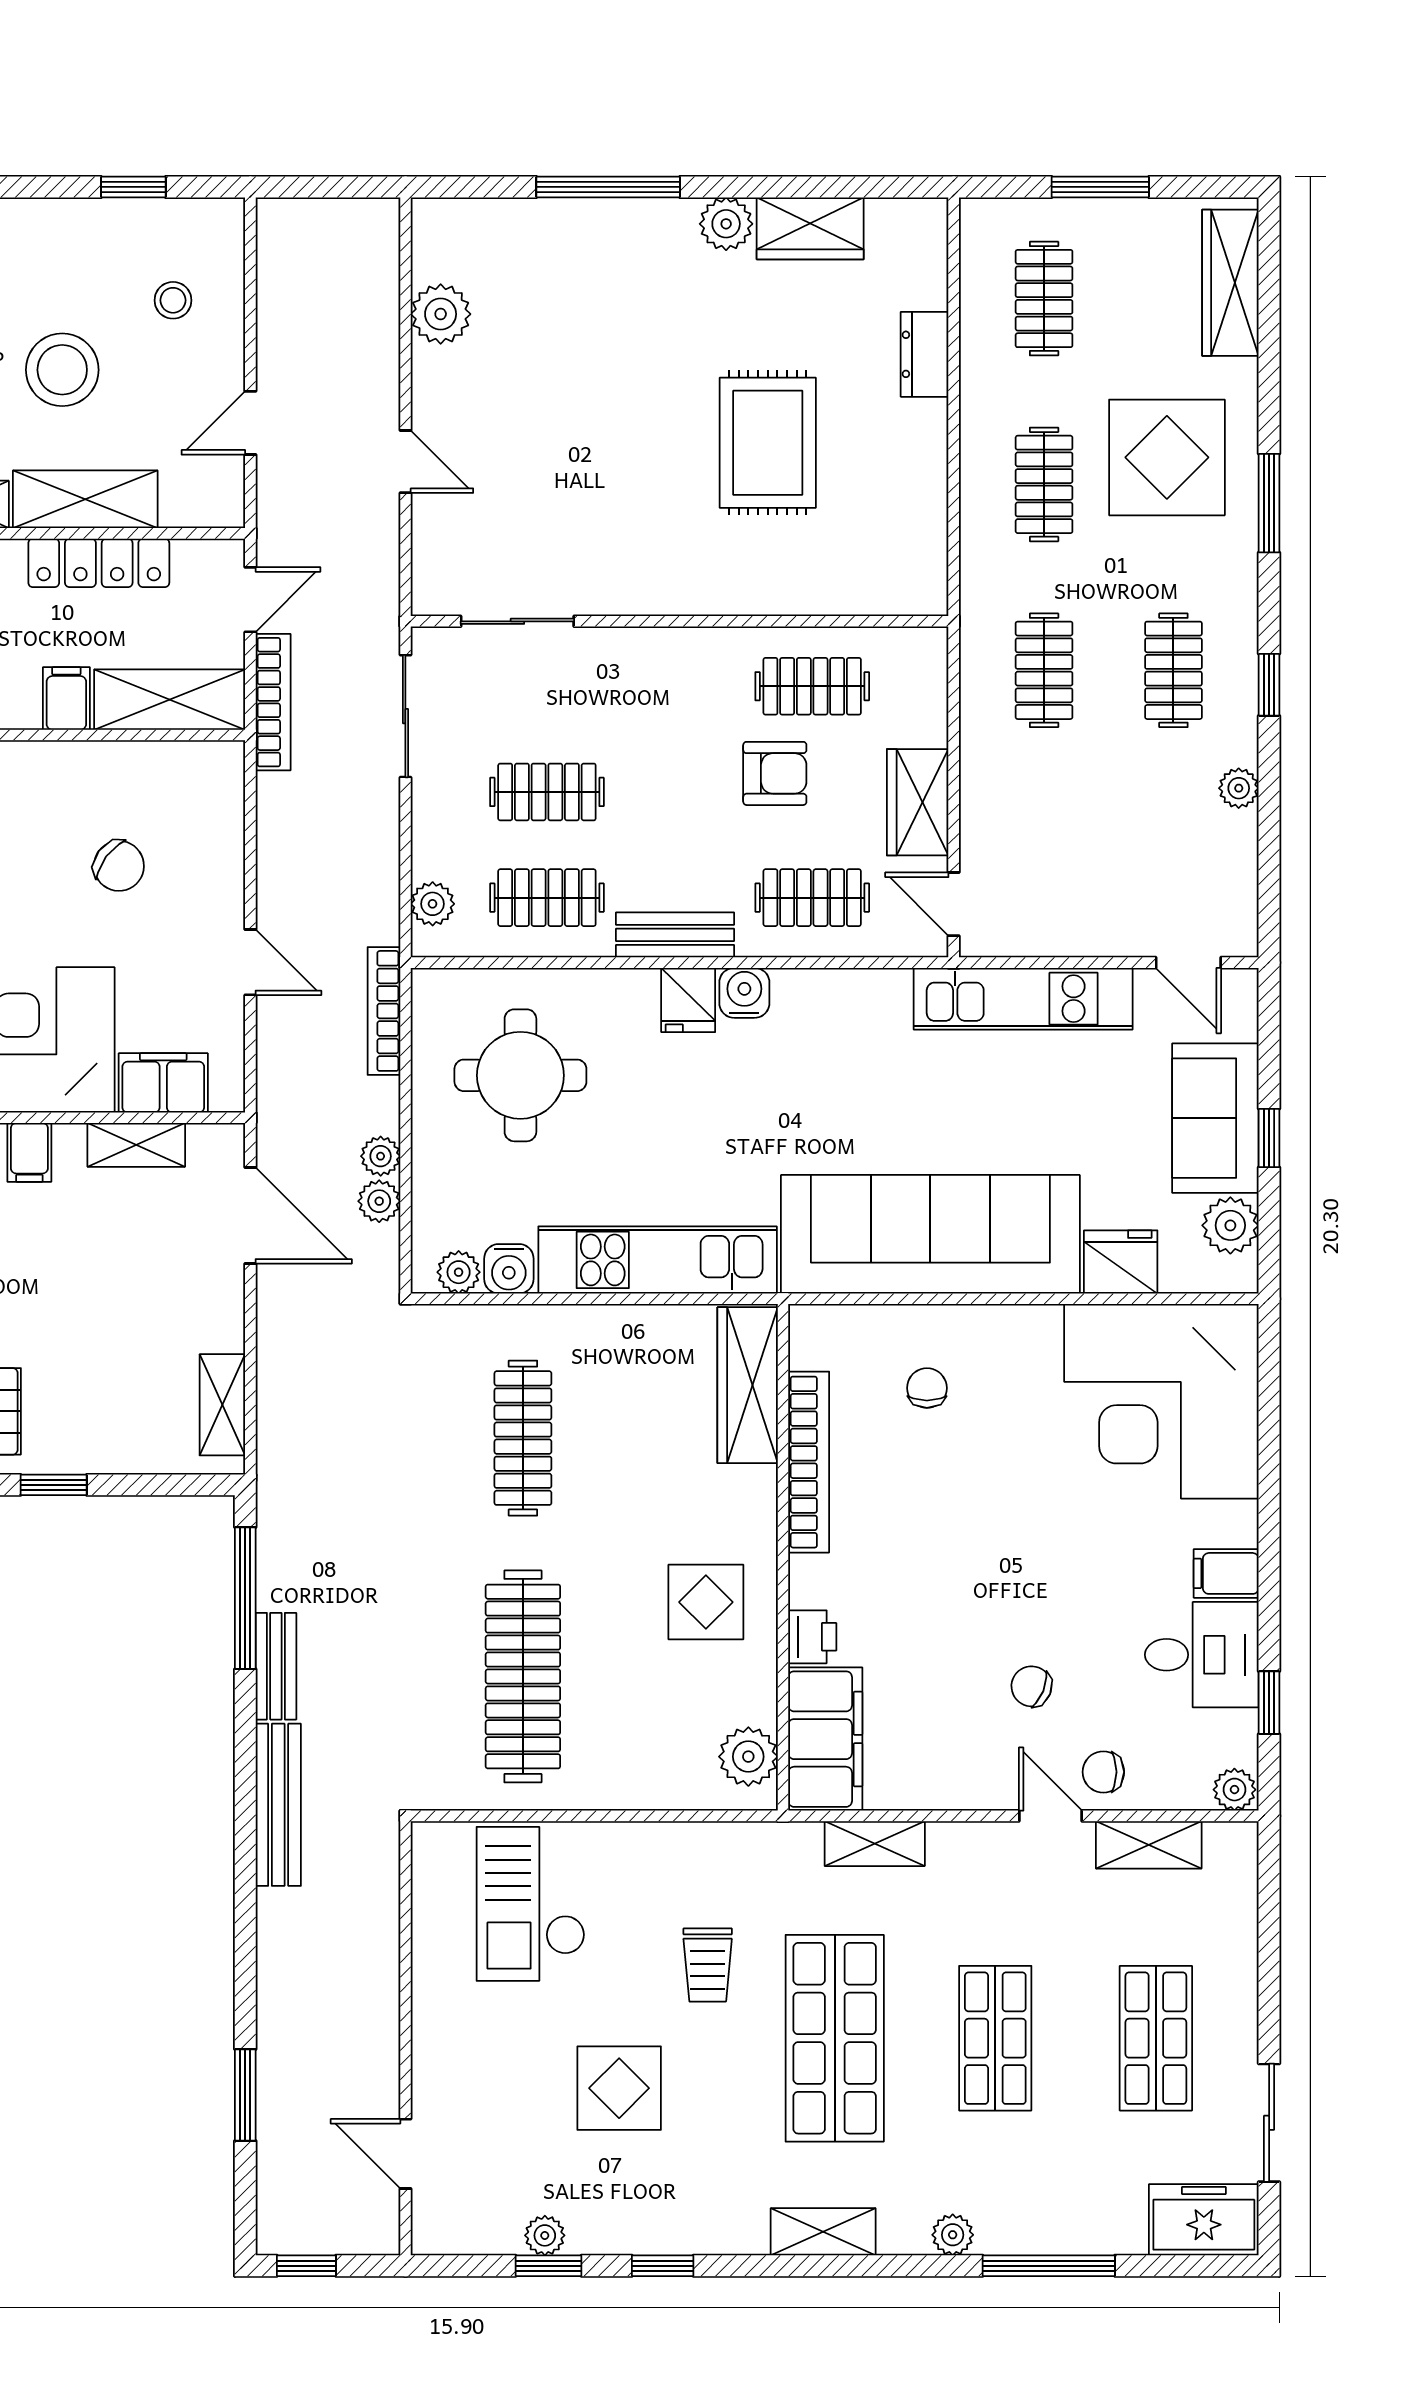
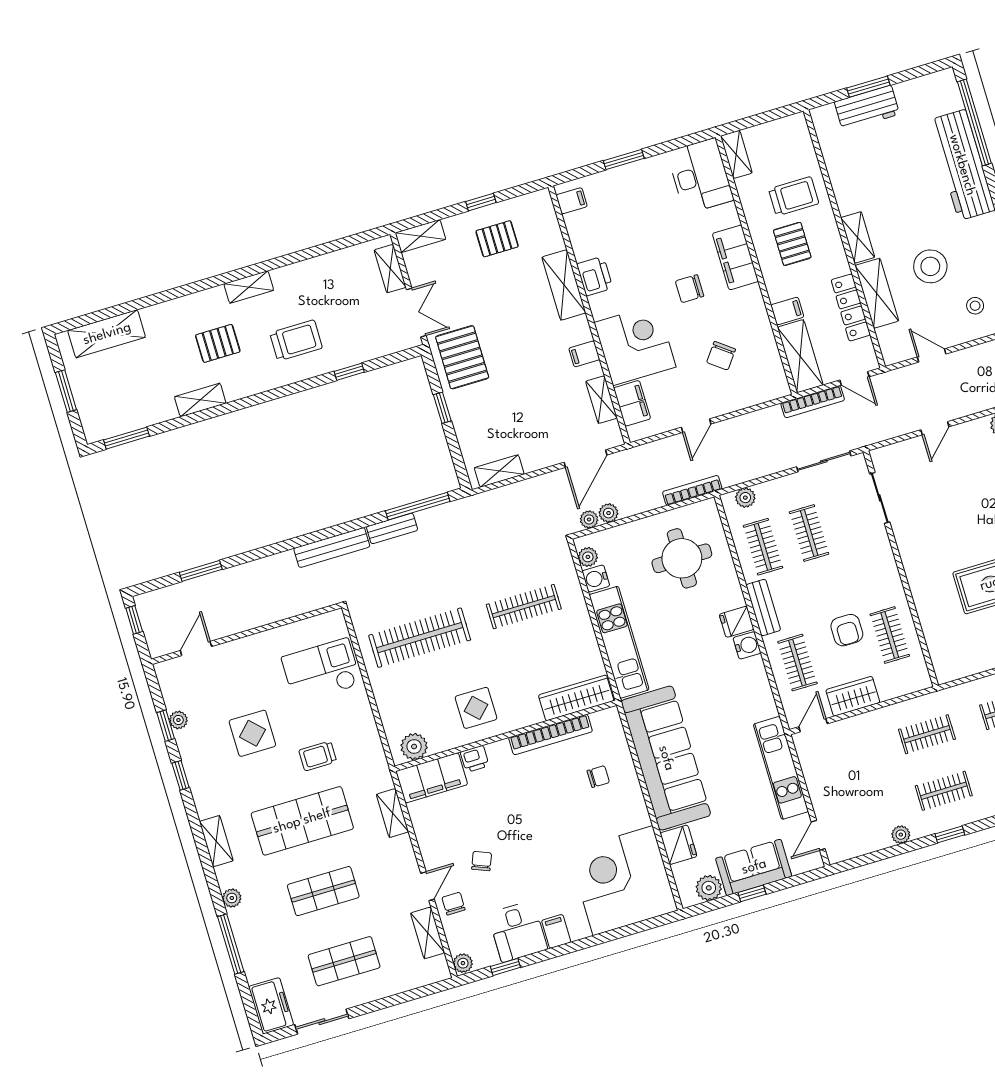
plant: (381, 1156) -> (589, 519), moved

